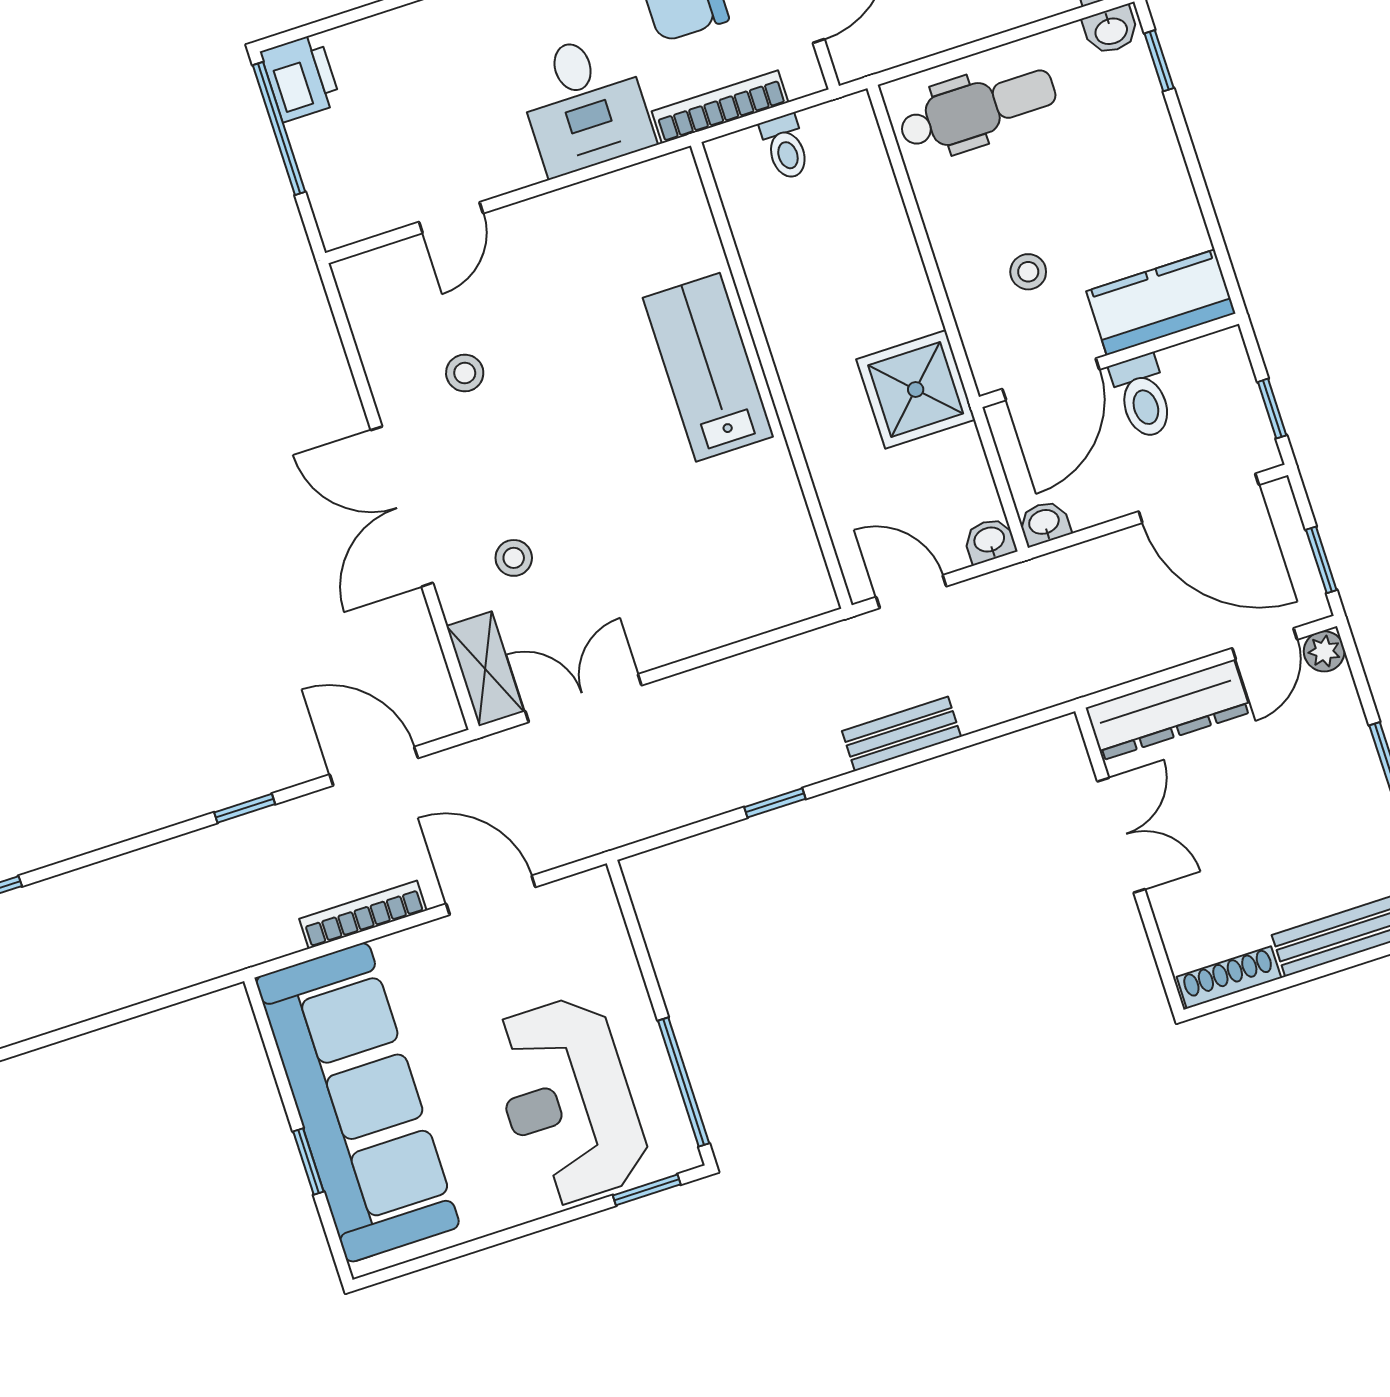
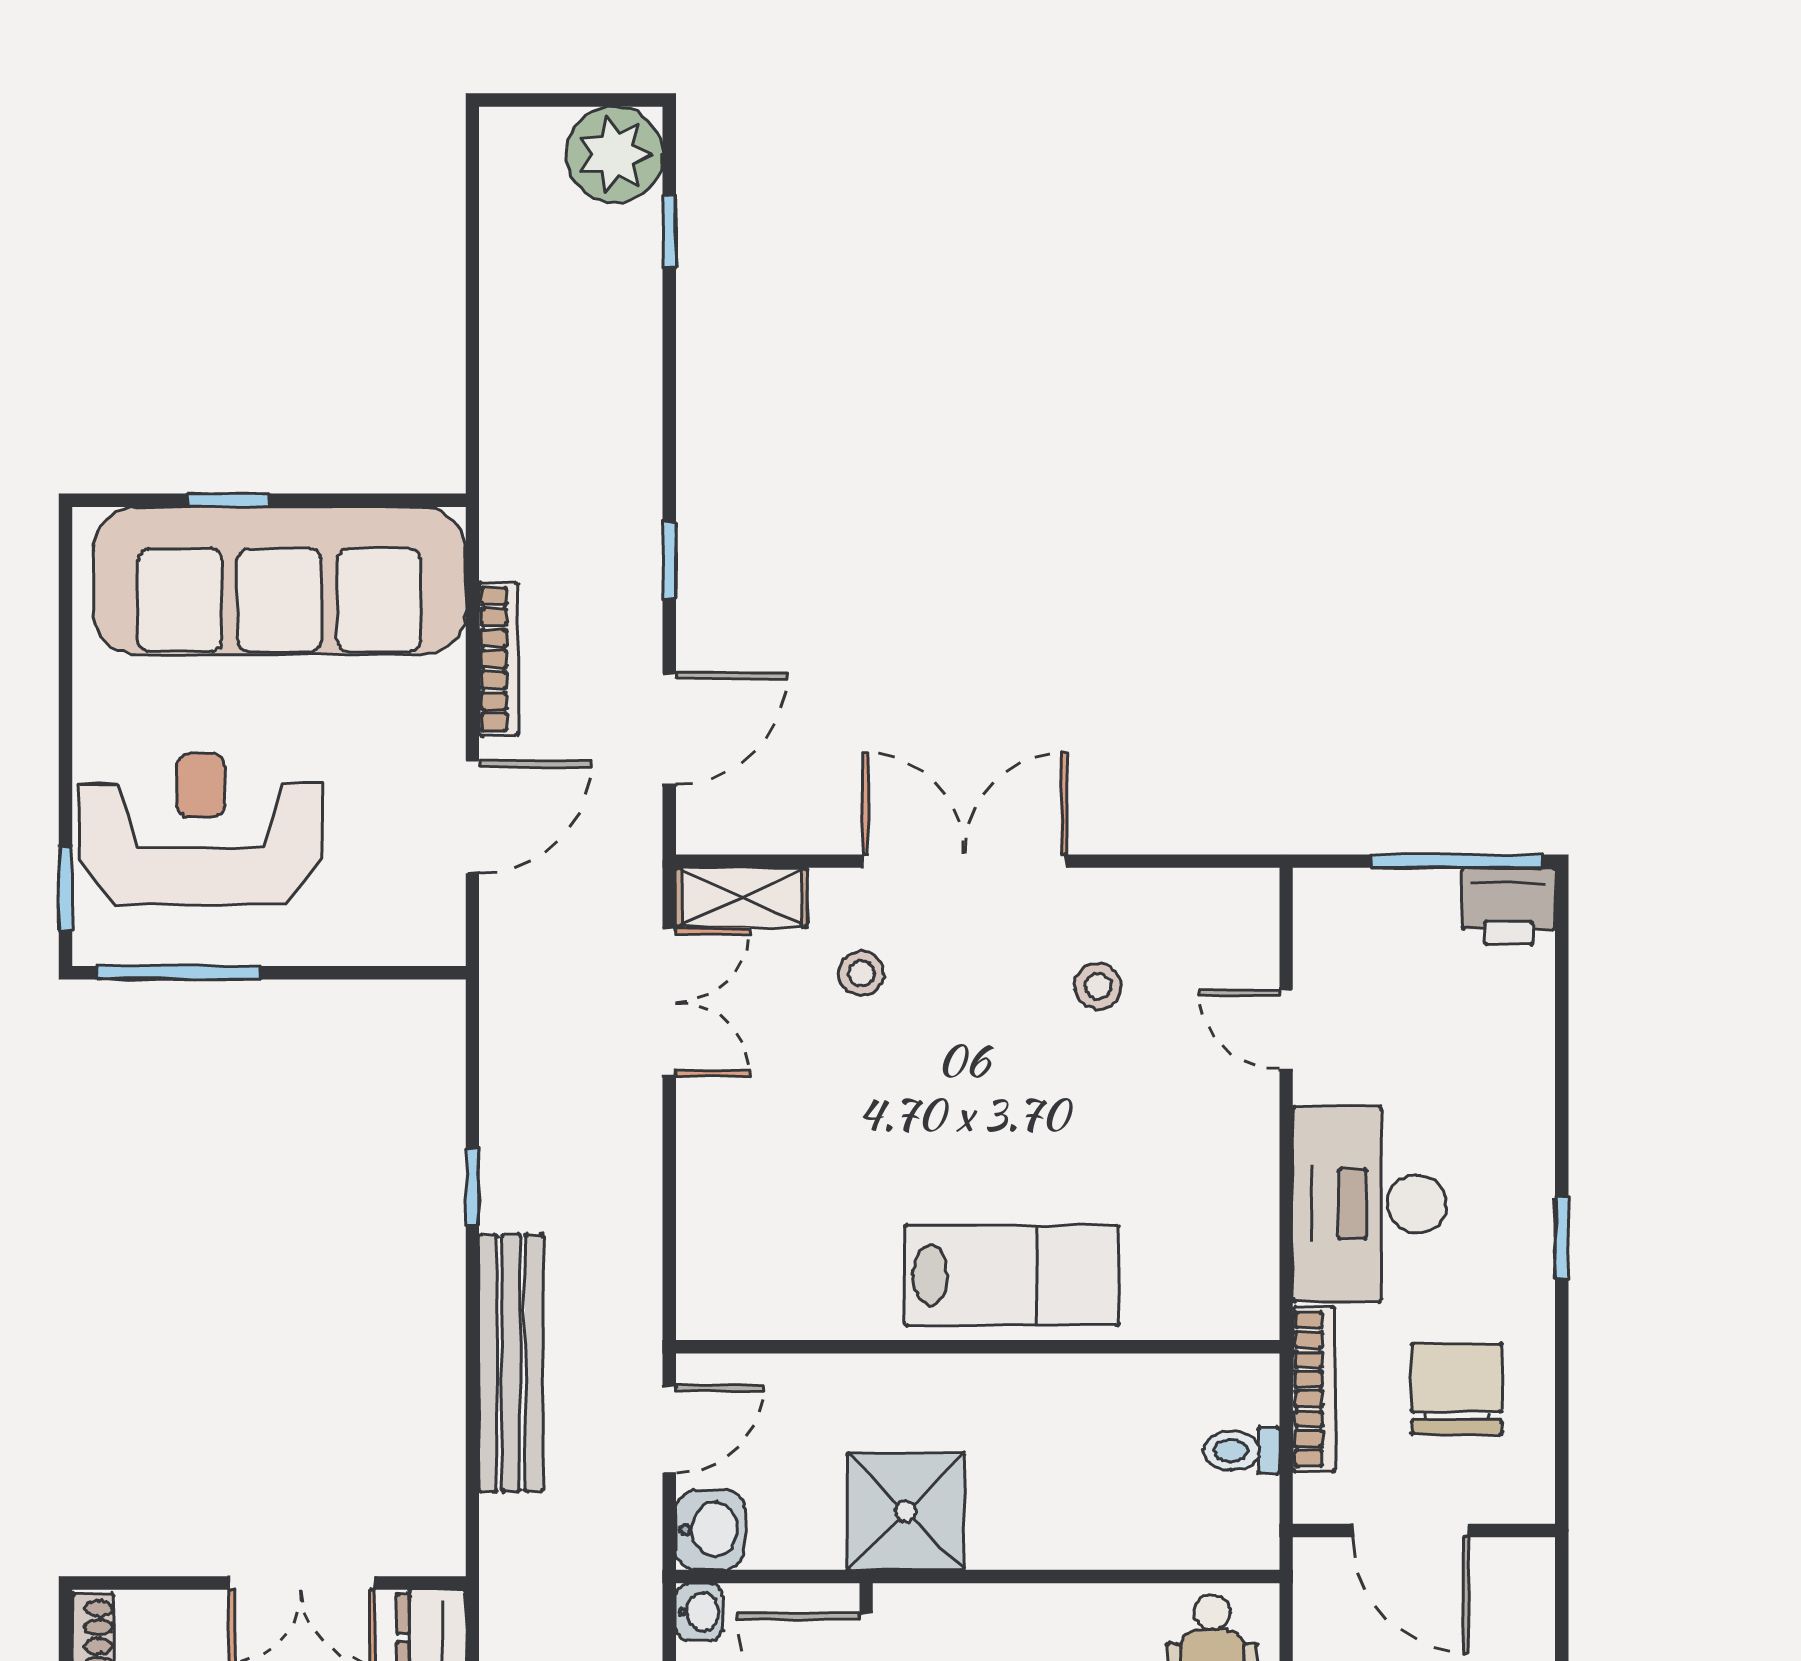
desk: (584, 104) -> (1369, 1204), width x1.37
washbasin: (990, 541) -> (710, 1530), width x1.38, depth x1.45
bench: (902, 734) -> (511, 1363), width x1.86, depth x1.21

